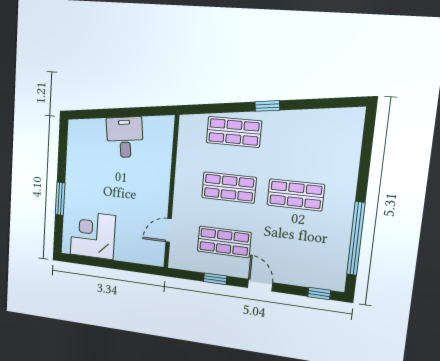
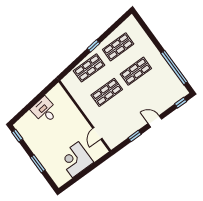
window: (63, 139) -> (17, 136), added
corner desk: (93, 235) -> (76, 160), moved
shop shelf: (224, 242) -> (118, 47), moved

